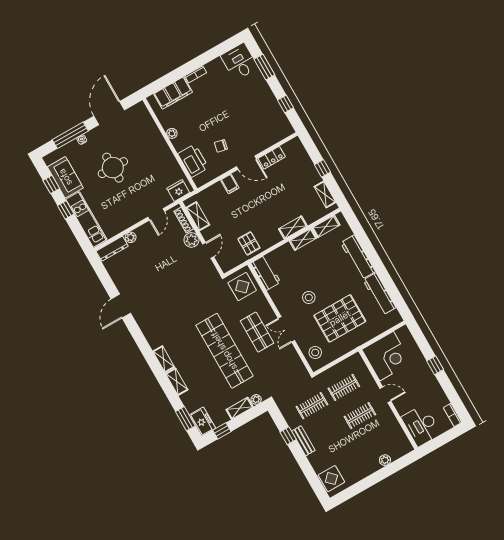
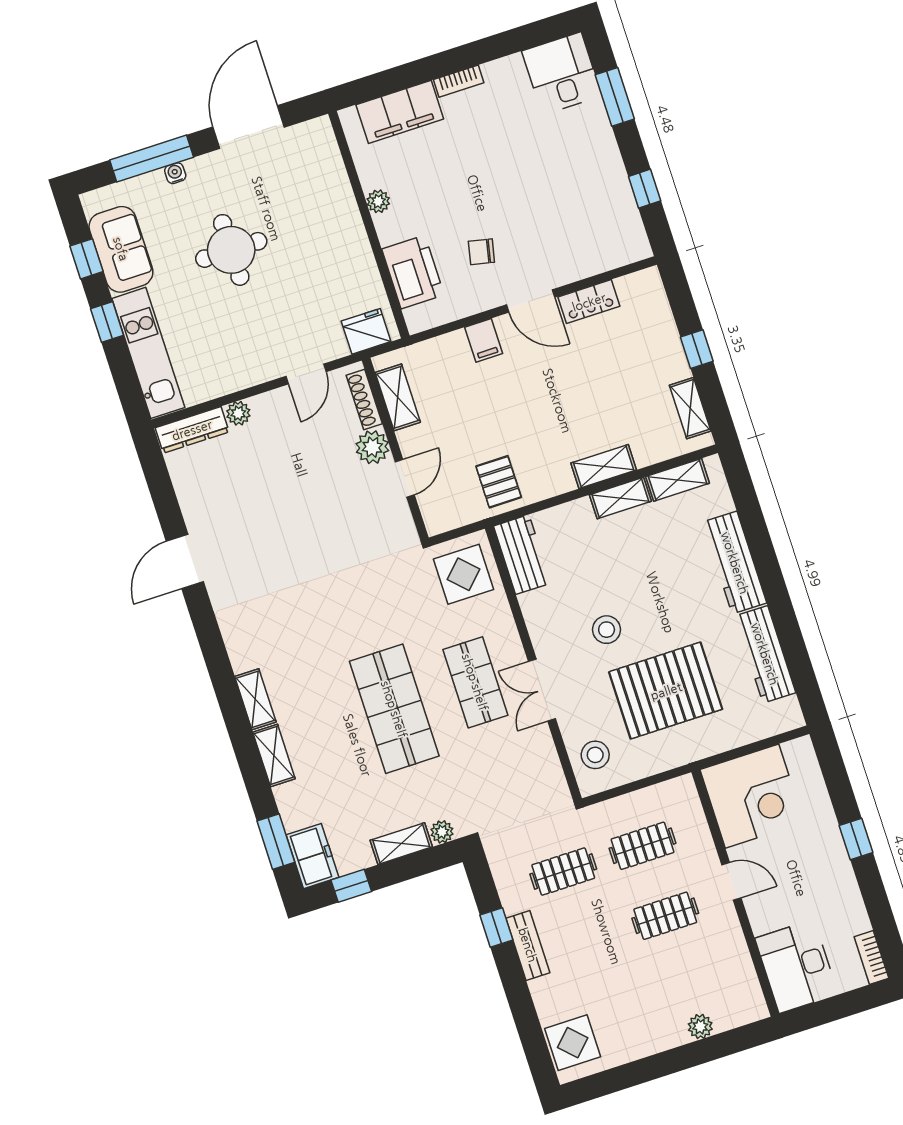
shop shelf: (224, 351) -> (394, 709), width x0.71

